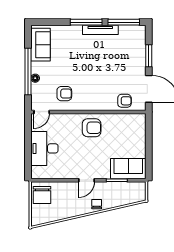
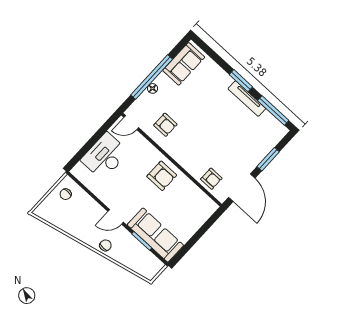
window: (86, 22) -> (241, 81), width x0.69
sofa: (128, 169) -> (155, 235), width x1.36
chair: (42, 195) -> (66, 194), width x0.54, depth x0.54

